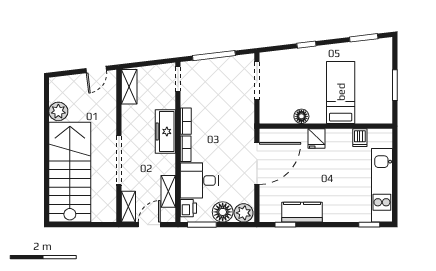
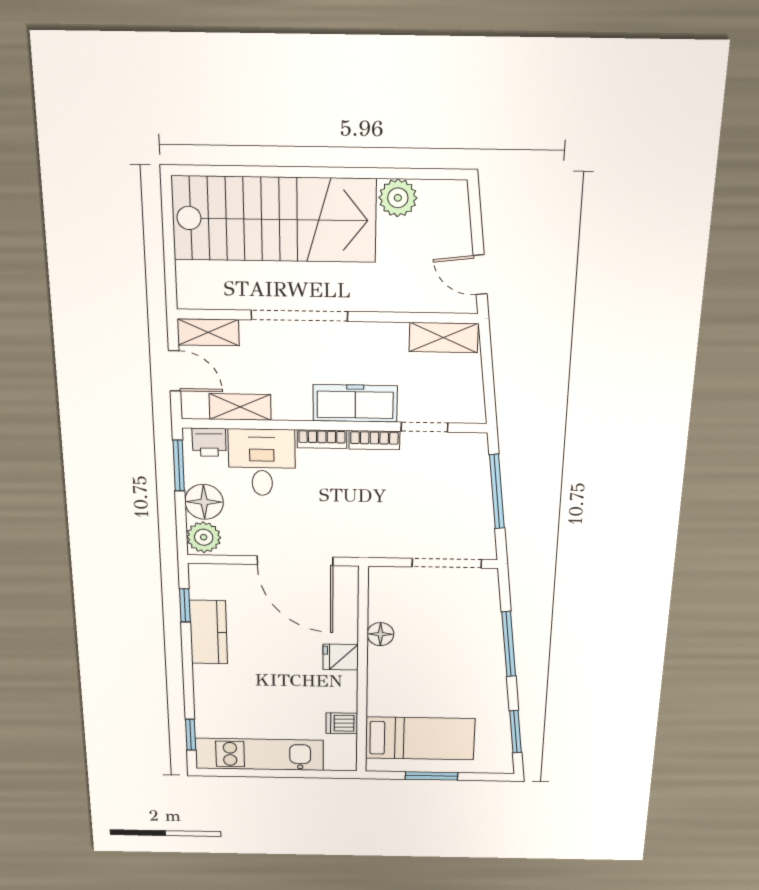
window: (306, 45) -> (509, 644), width x2.17
doorway: (178, 79) -> (425, 427), moved
bed: (341, 92) -> (420, 738), moved

